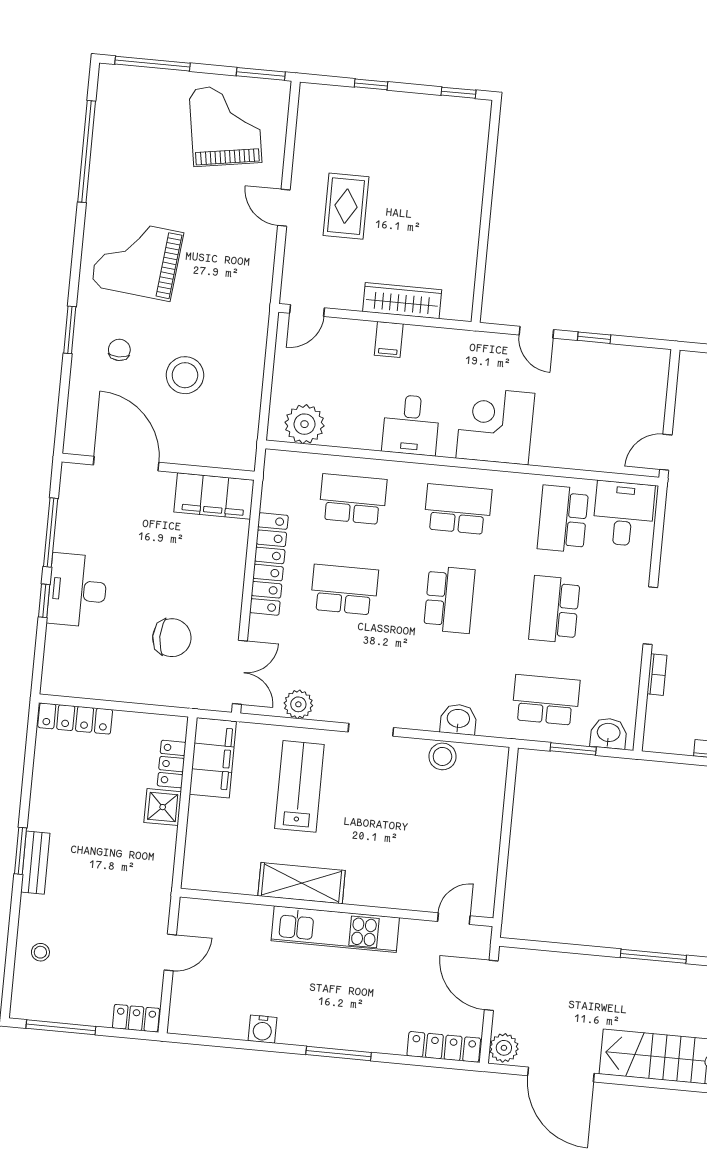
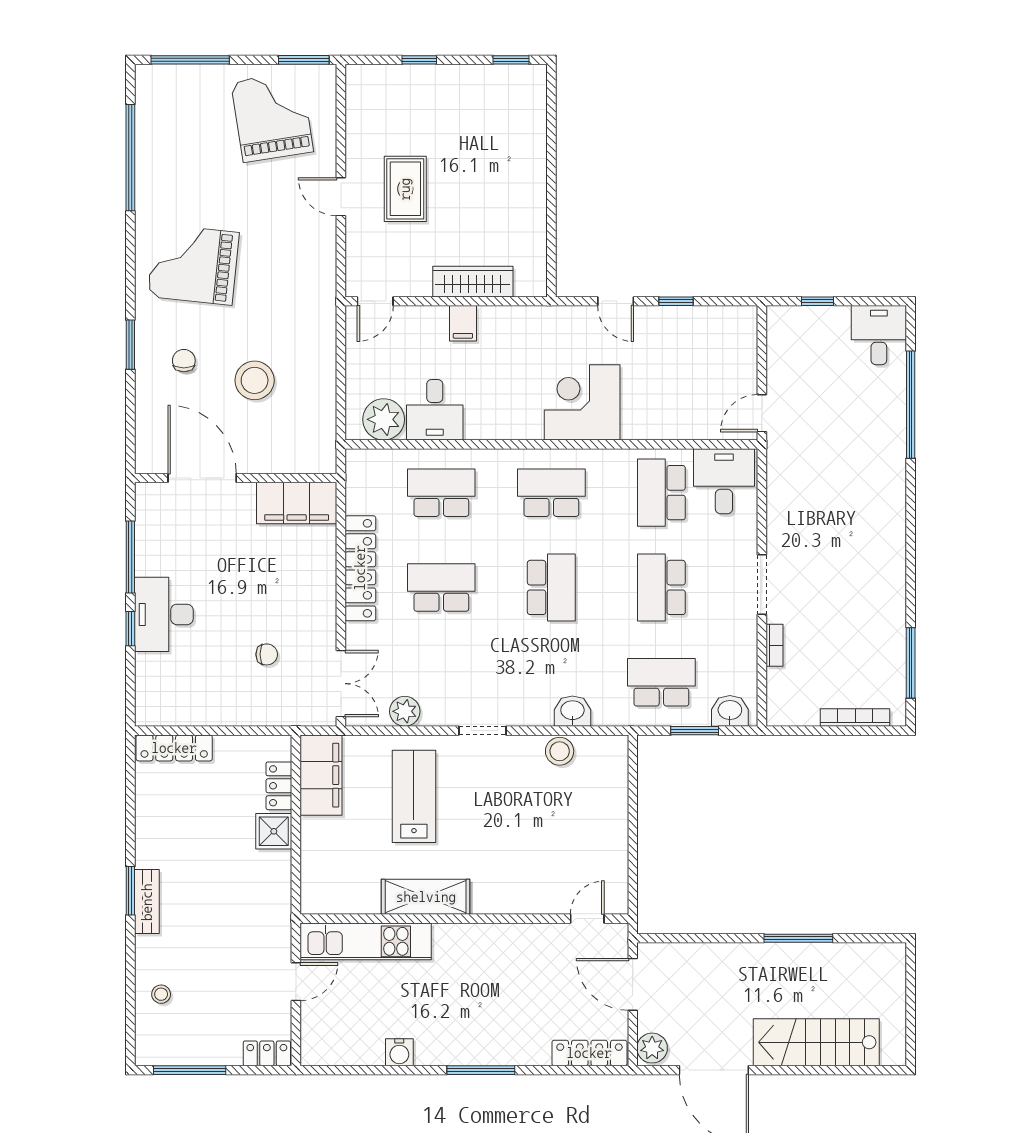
desk: (411, 425) -> (435, 410), moved
chair: (172, 638) -> (267, 654), width x0.54, depth x0.54
kitchen unit: (335, 929) -> (366, 941), moved

